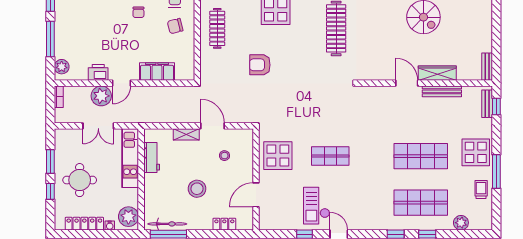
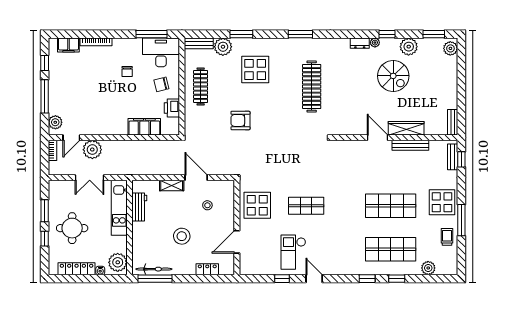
printer: (98, 72) -> (172, 108), moved, turned -90
door: (122, 83) -> (71, 138), moved

